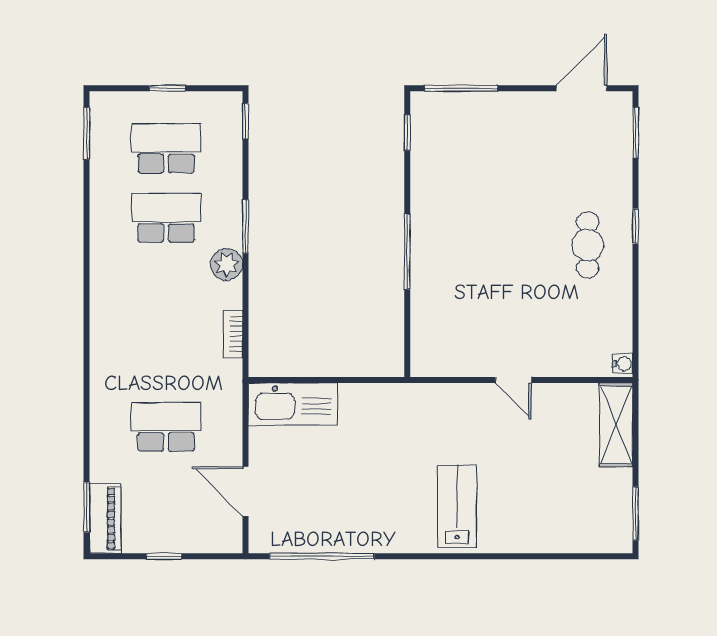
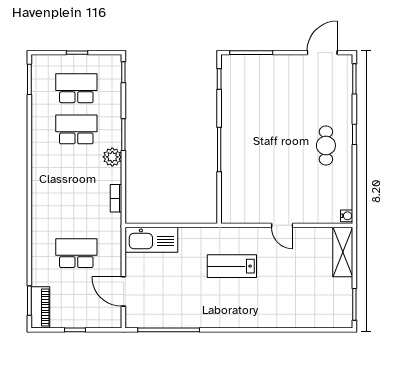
lab bench: (457, 506) -> (232, 266), moved, turned -90

